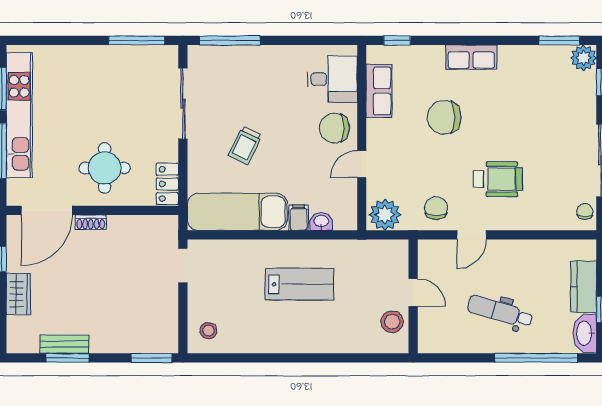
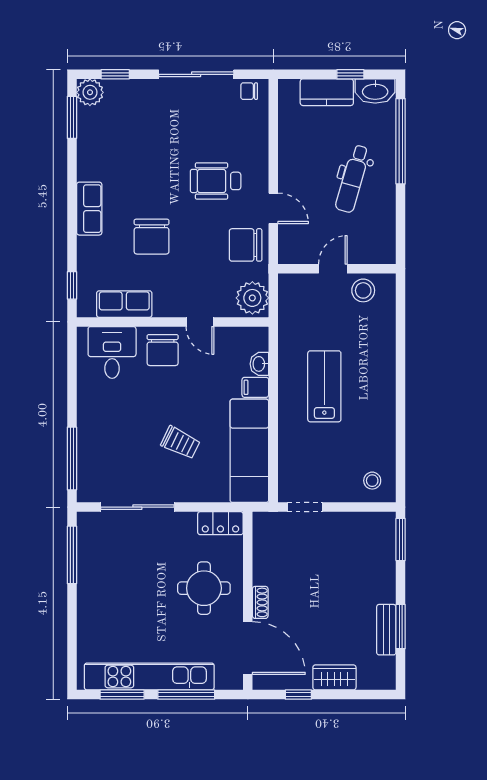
wheelchair: (498, 179) -> (216, 181), turned -90
chair: (436, 208) -> (246, 245), width x1.37, depth x1.37

